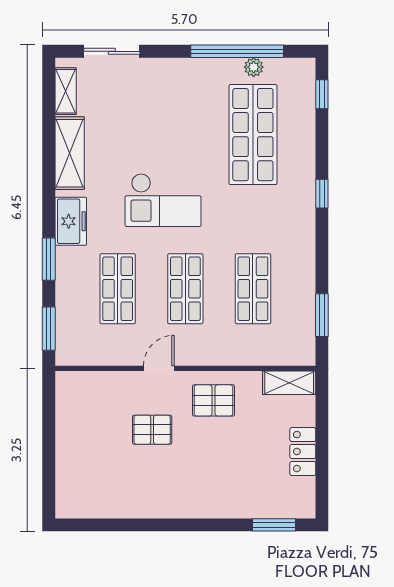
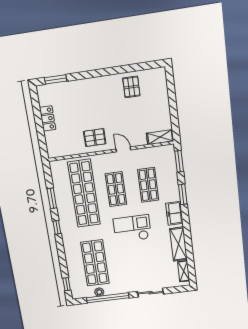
sliding door: (112, 51) -> (150, 293), moved
window: (322, 194) -> (57, 227), moved
shop shelf: (253, 289) -> (84, 193), width x2.00, depth x1.36
window: (322, 315) -> (52, 198), moved
door: (159, 368) -> (123, 149), swing flipped
shelving: (289, 383) -> (160, 137), moved
pallet: (152, 430) -> (131, 87), moved, turned 90

